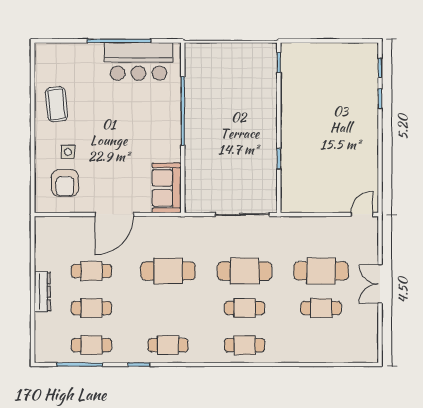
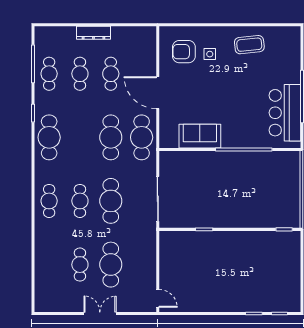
sofa: (167, 188) -> (200, 136), moved
cafe table: (168, 234) -> (142, 137), added
cafe table: (168, 345) -> (49, 137), width x1.37, depth x1.35

